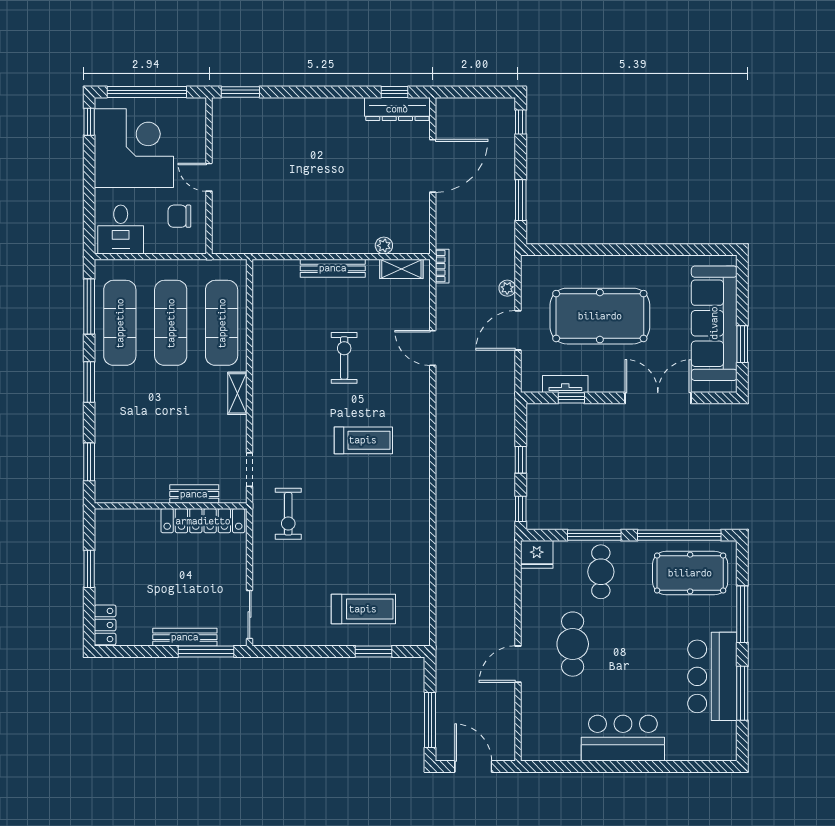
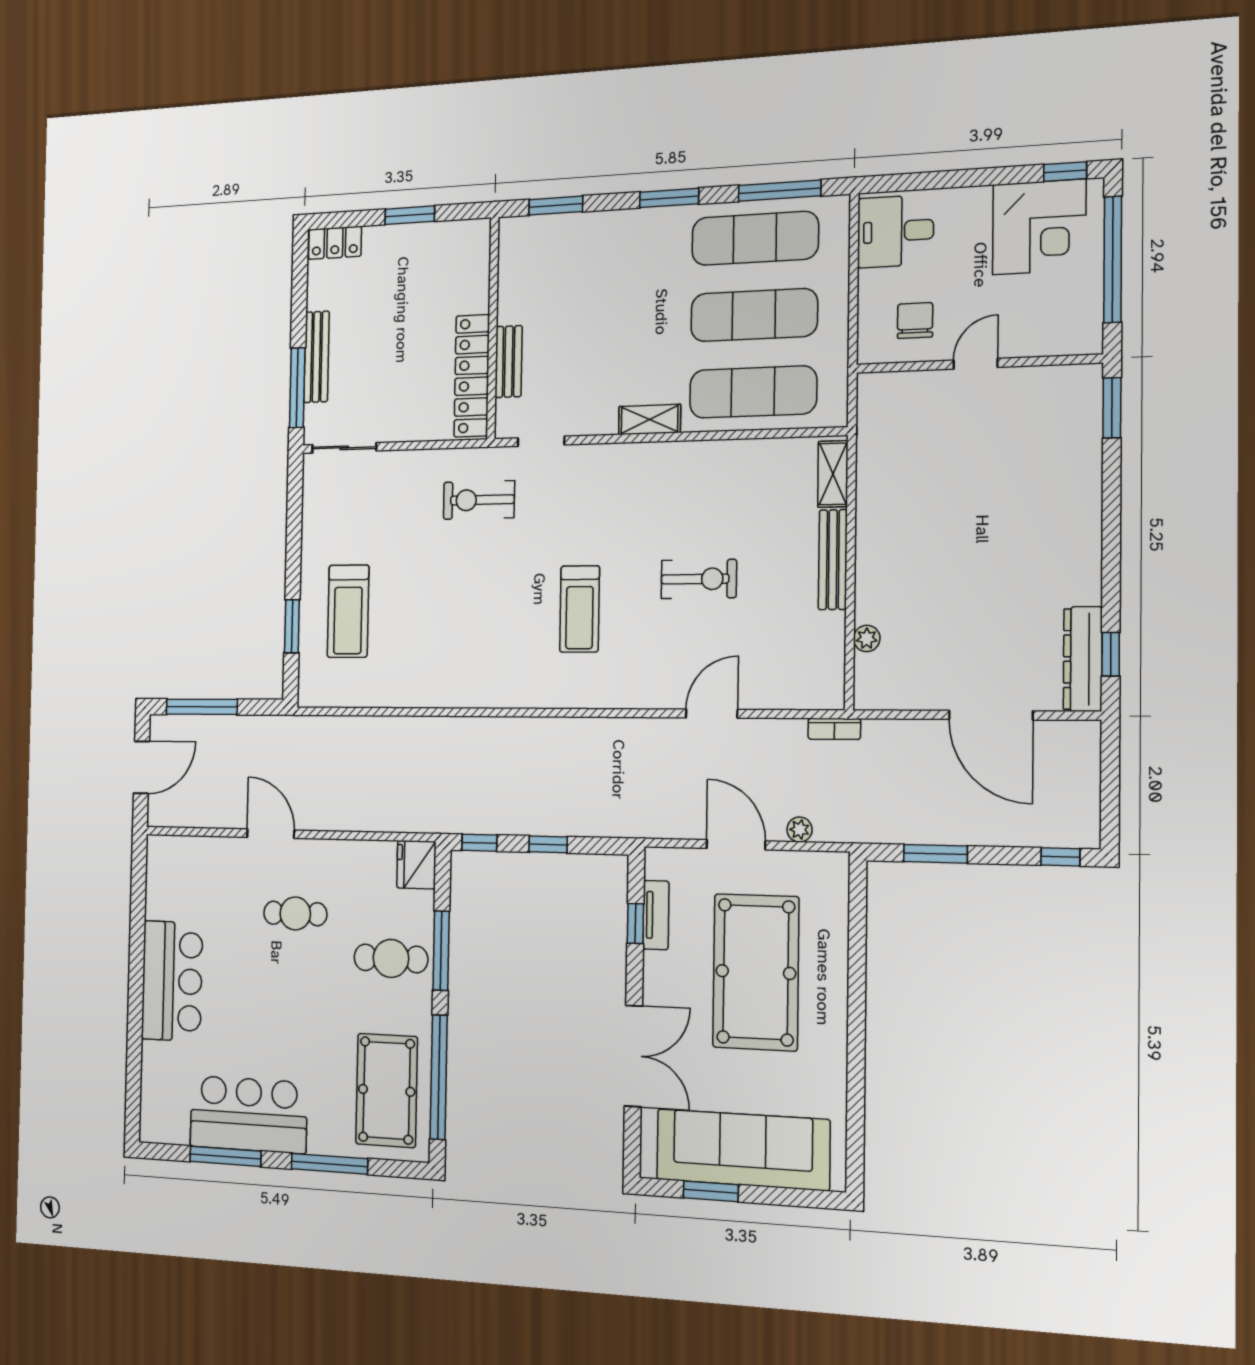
corner desk: (134, 148) -> (1039, 227), width x0.74, depth x0.74
shelving: (401, 269) -> (833, 474), moved
cafe table: (573, 644) -> (295, 913), width x0.73, depth x0.74

